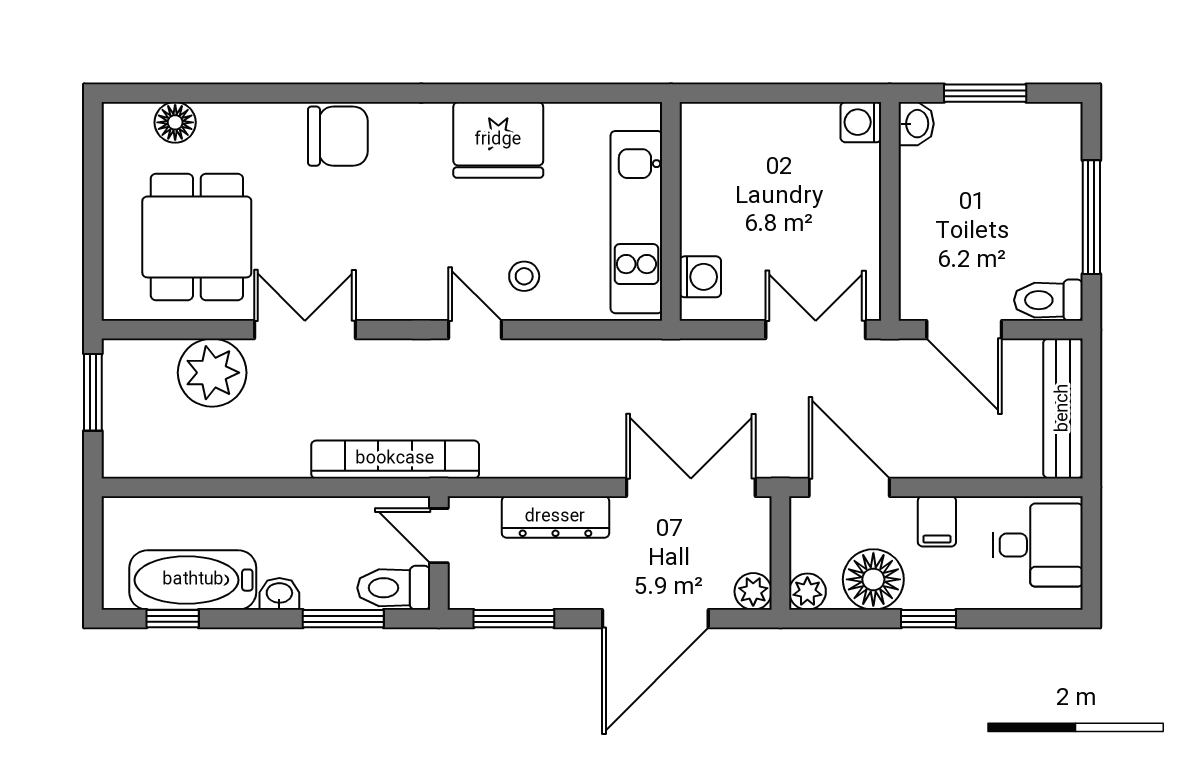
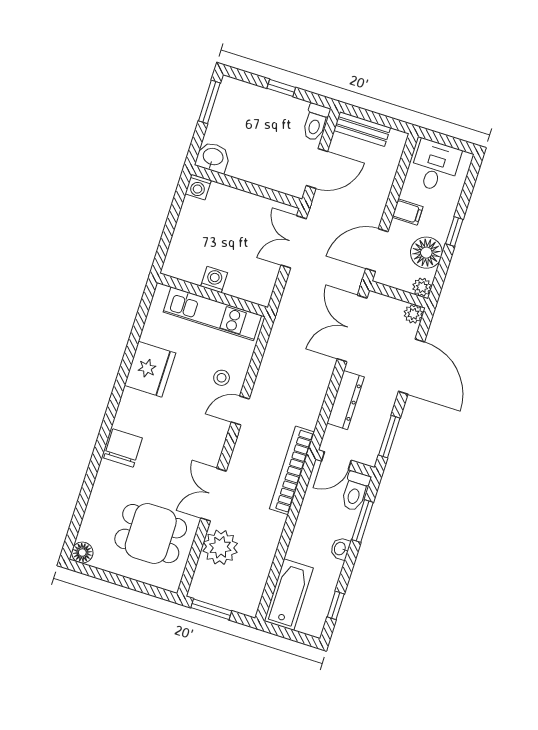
window: (985, 93) -> (209, 102), moved
floor lamp: (175, 122) -> (82, 553), moved
washbasin: (916, 124) -> (213, 157), width x1.38, depth x1.45
window: (1091, 217) -> (281, 88), width x0.46
washing machine: (700, 277) -> (214, 280), moved
bench: (1063, 408) -> (362, 129), width x0.73
bathtub: (193, 580) -> (289, 595), moved, turned 180

